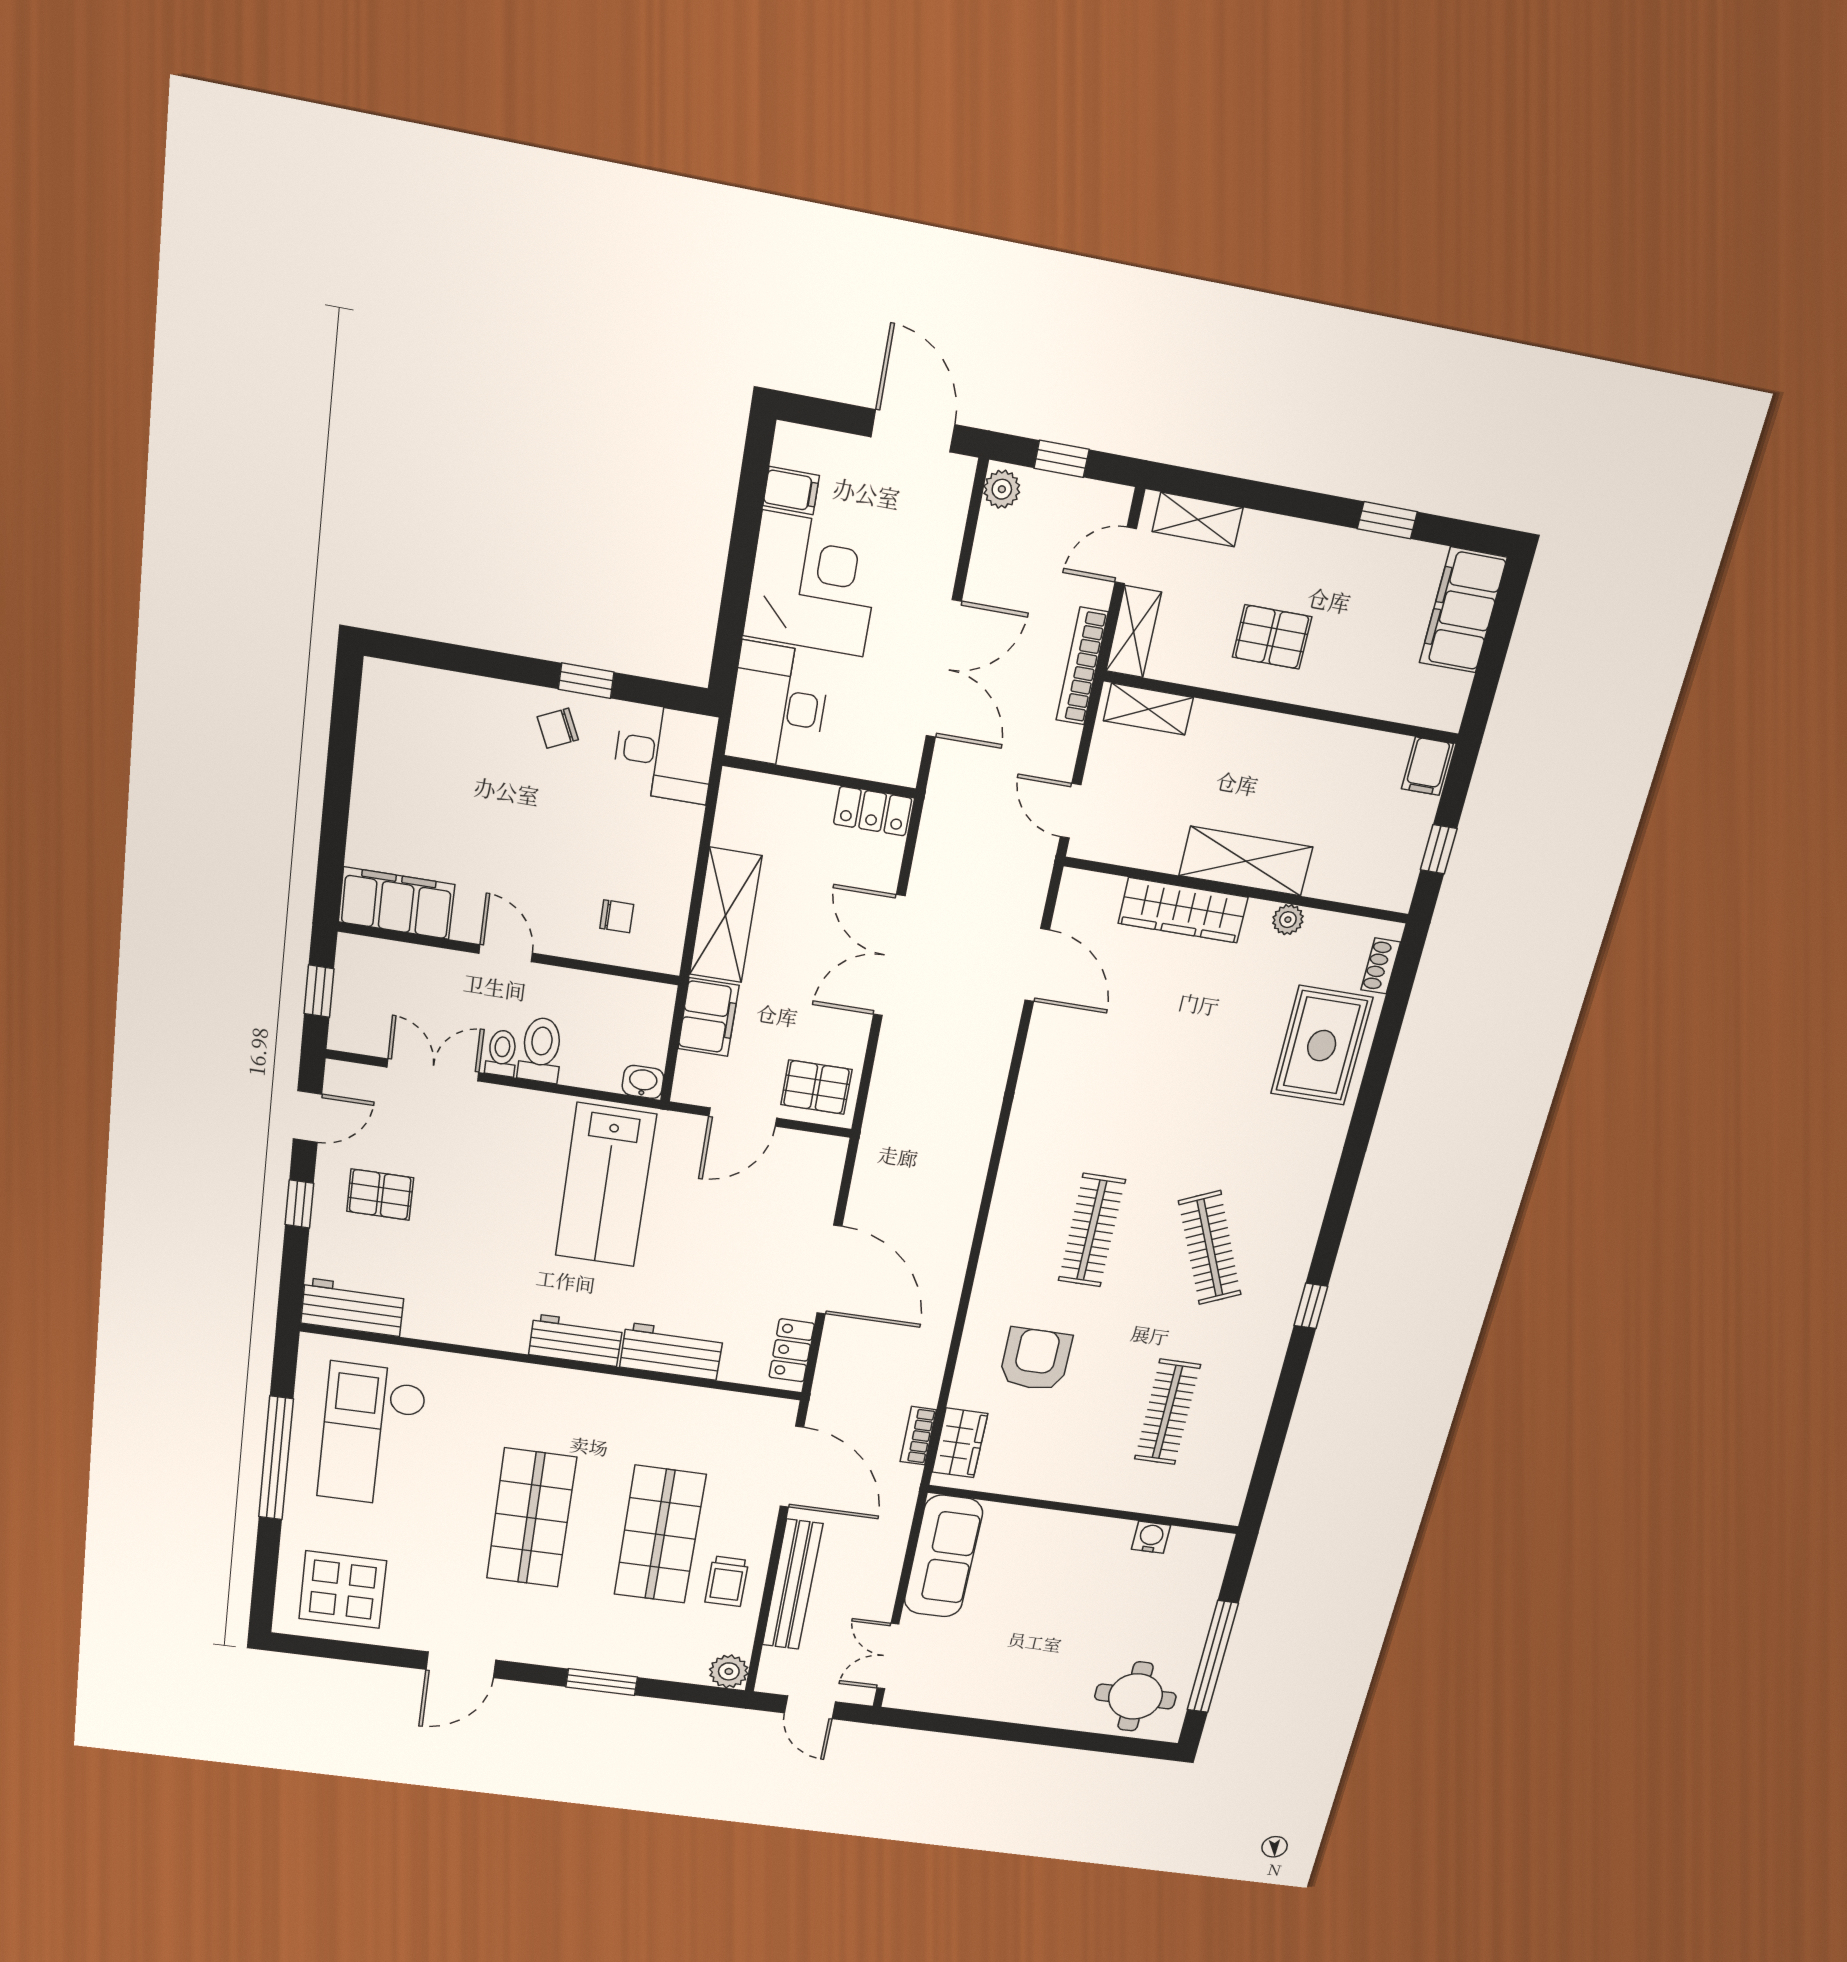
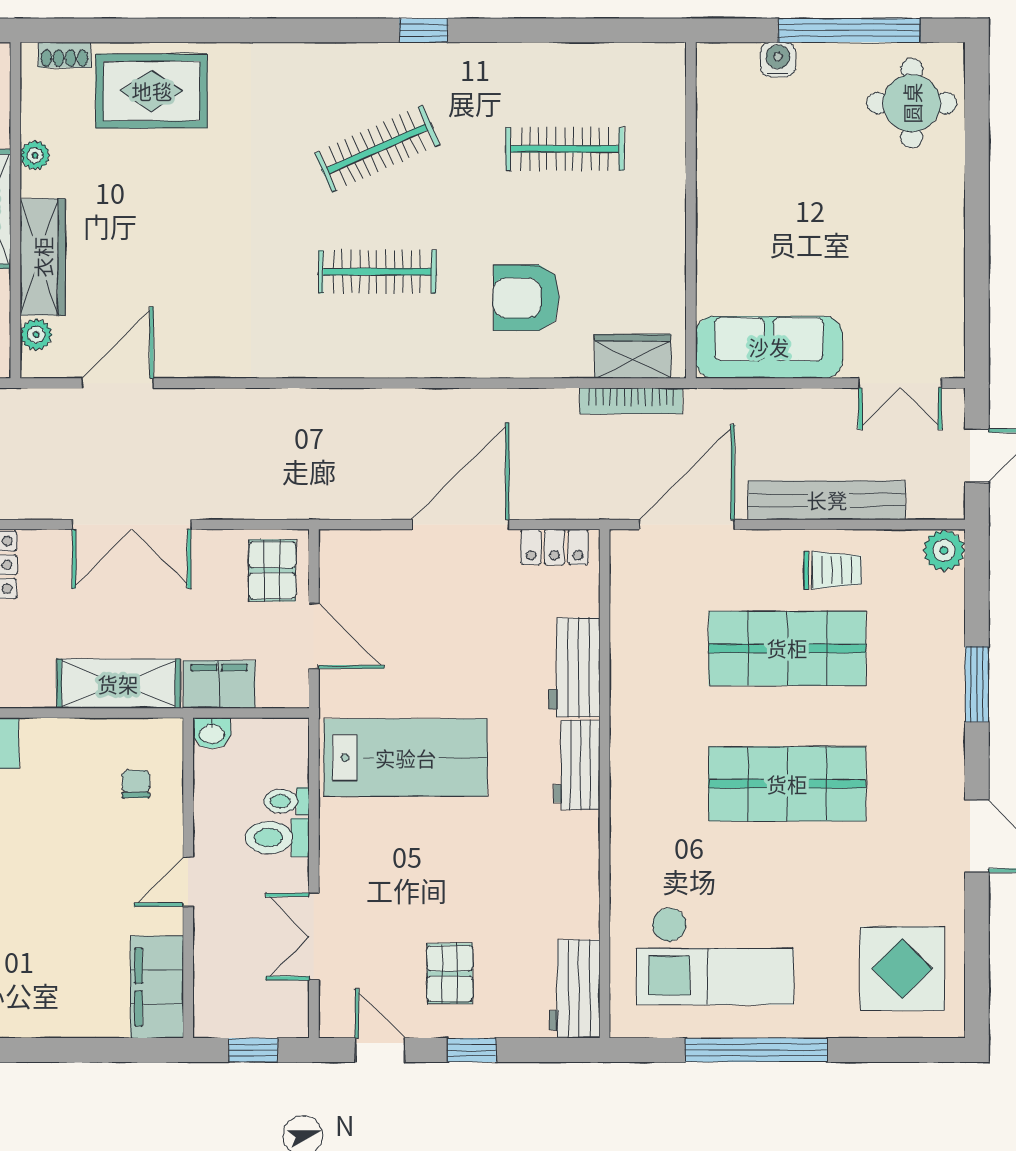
plant: (1105, 890) -> (36, 335), added
toilet: (502, 1053) -> (287, 801), moved
washbasin: (643, 1082) -> (212, 733), moved, turned -90
bookcase: (918, 1436) -> (631, 401), width x1.56
water cooler: (1151, 1537) -> (778, 60), moved, turned 90

